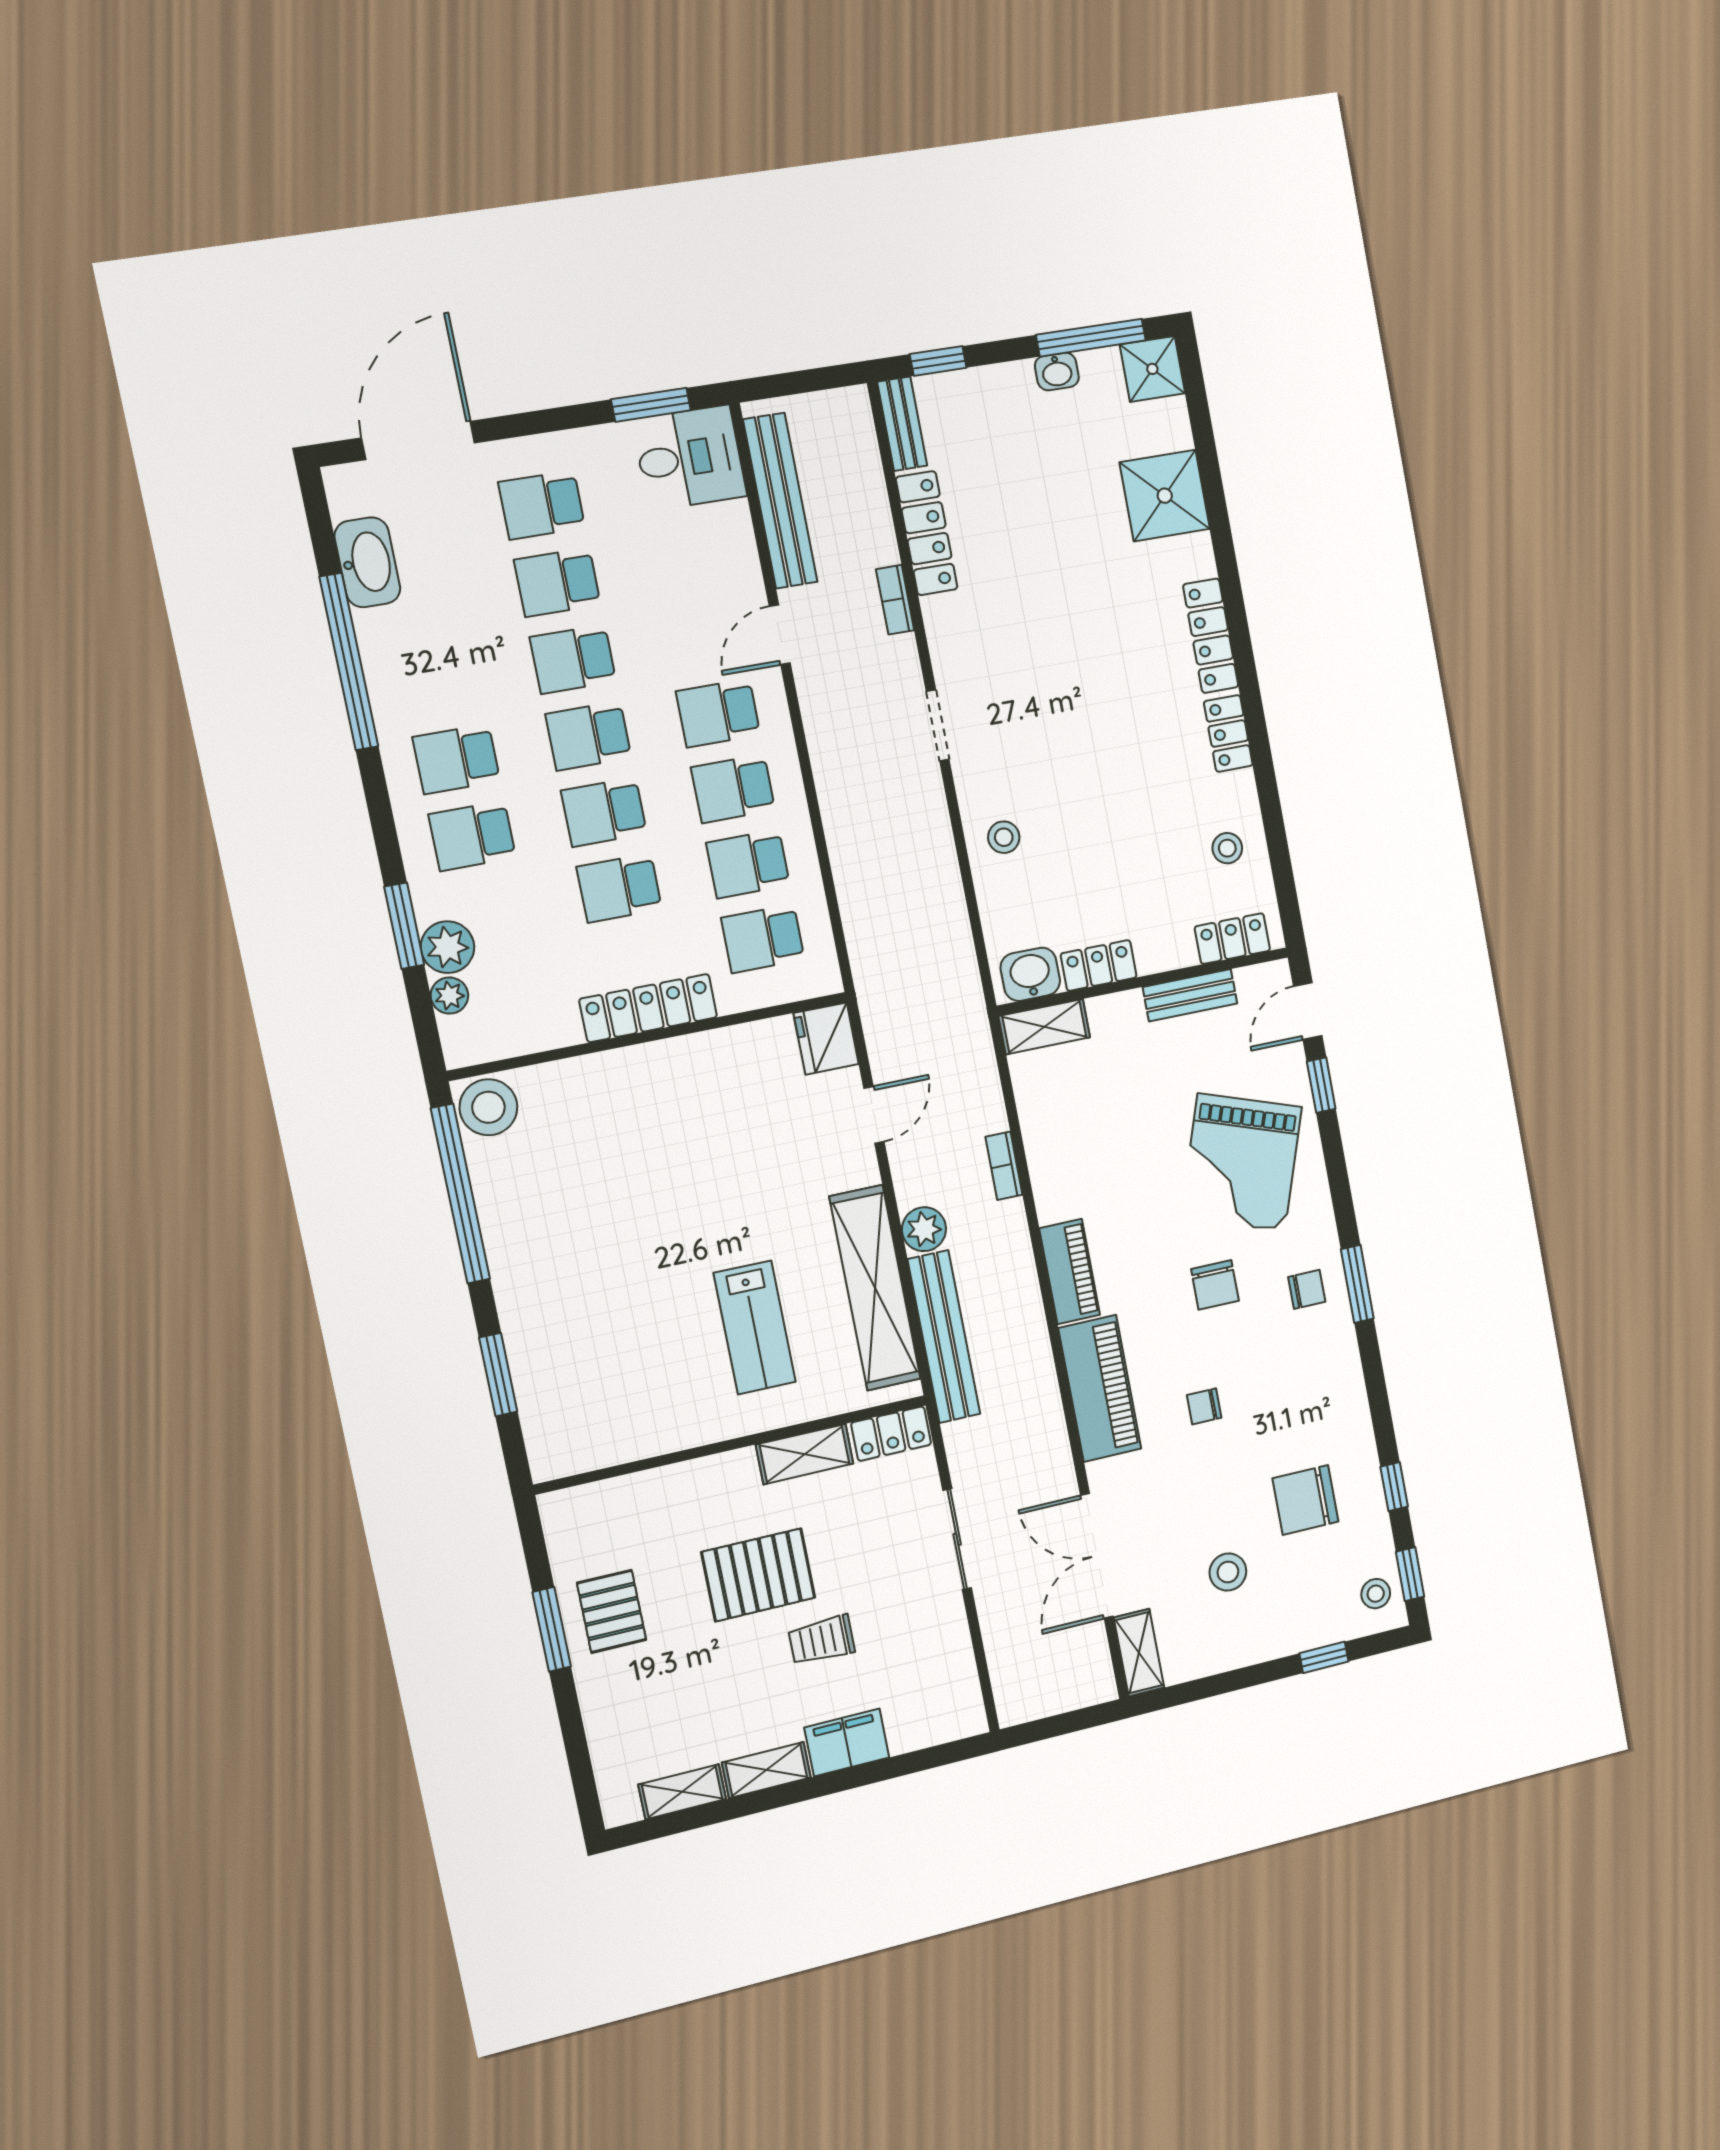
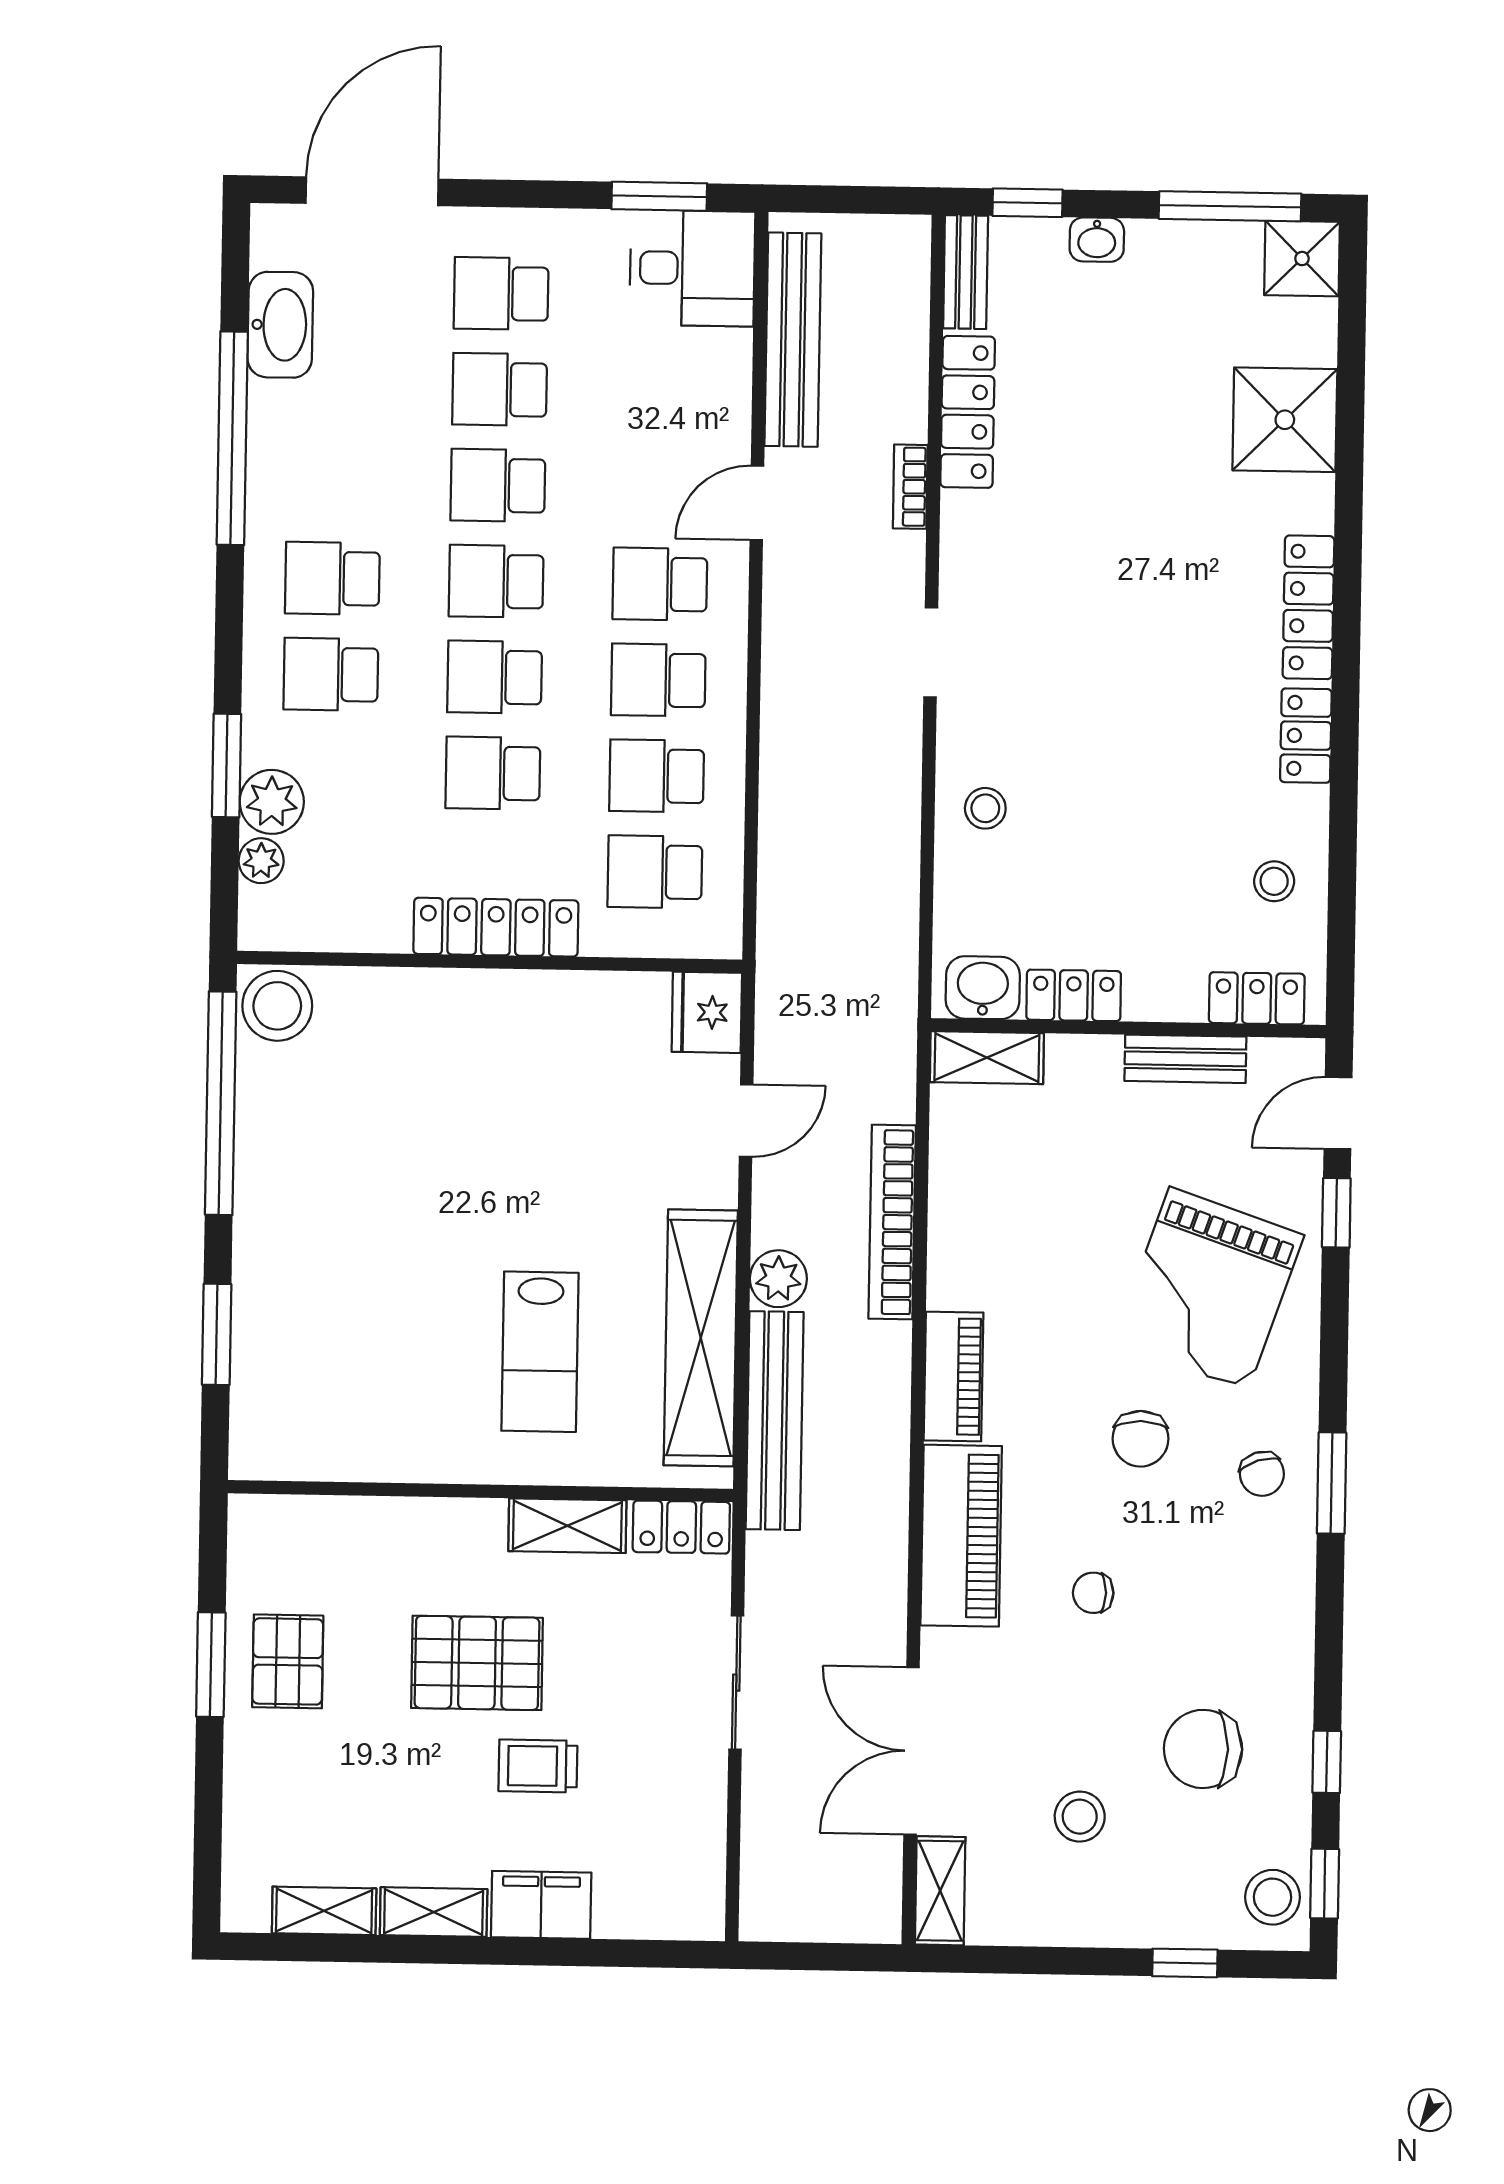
washbasin: (1057, 372) -> (1097, 240), moved
bookcase: (1004, 1166) -> (892, 1222), width x2.31, depth x1.31
chair: (1307, 1289) -> (1262, 1474), turned 72
stool: (1376, 1594) -> (1273, 1897), width x1.37, depth x1.37

